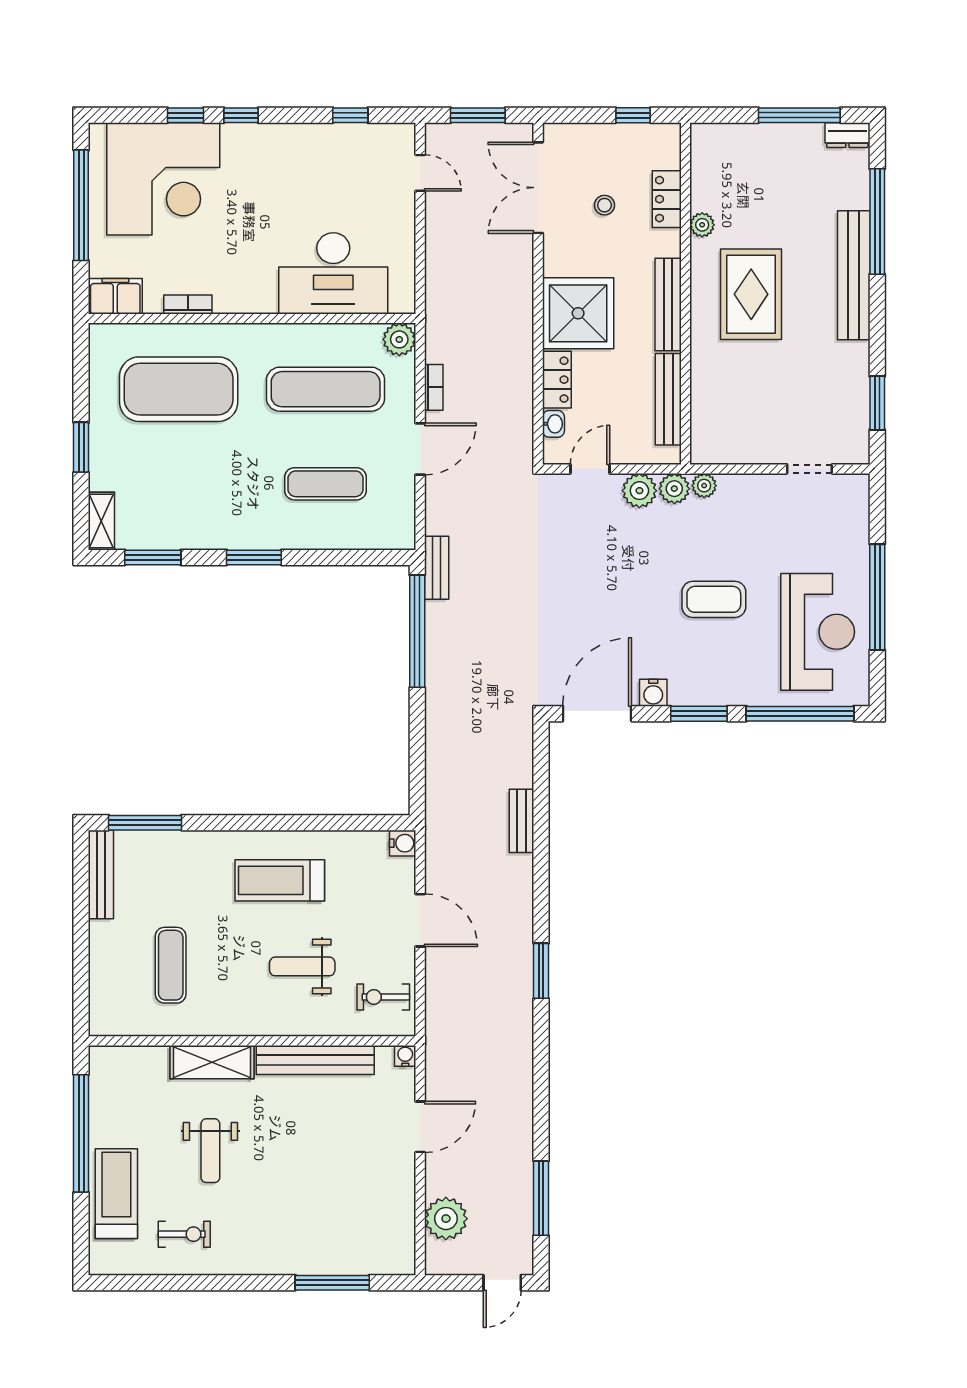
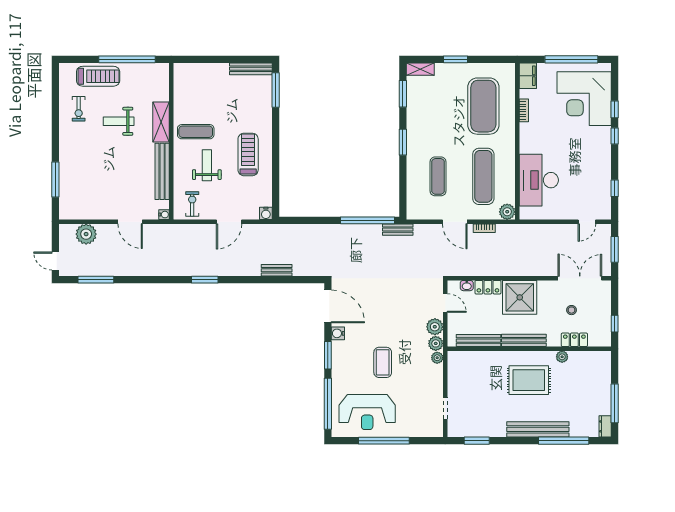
exercise mat: (171, 965) -> (196, 132), moved

